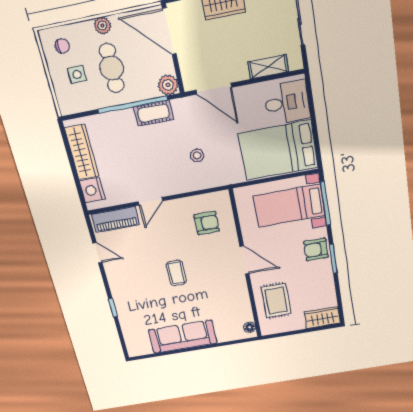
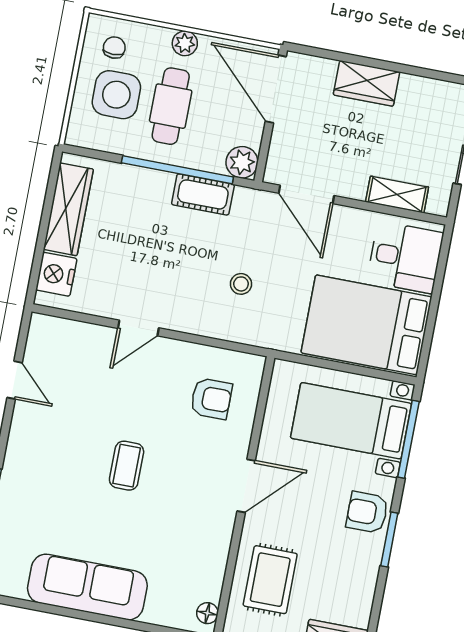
chair: (62, 46) -> (114, 48), turned -90
side table: (77, 74) -> (116, 95), width x1.87, depth x1.87
piano: (116, 219) -> (70, 336), removed
door: (244, 260) -> (246, 486), hinge flipped

